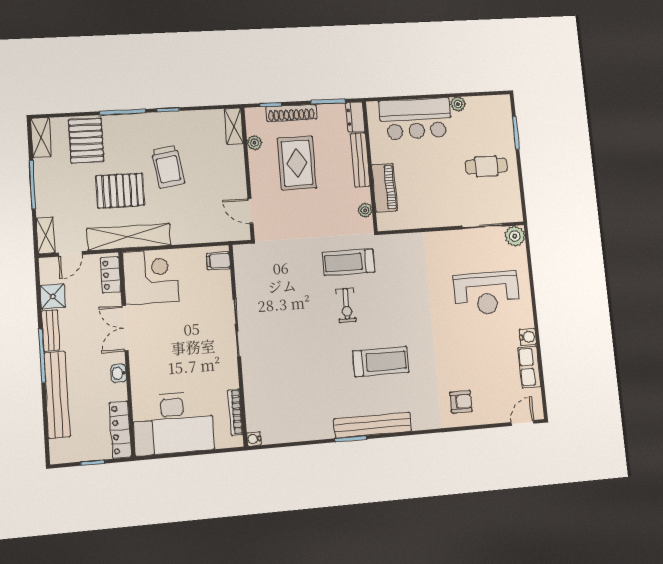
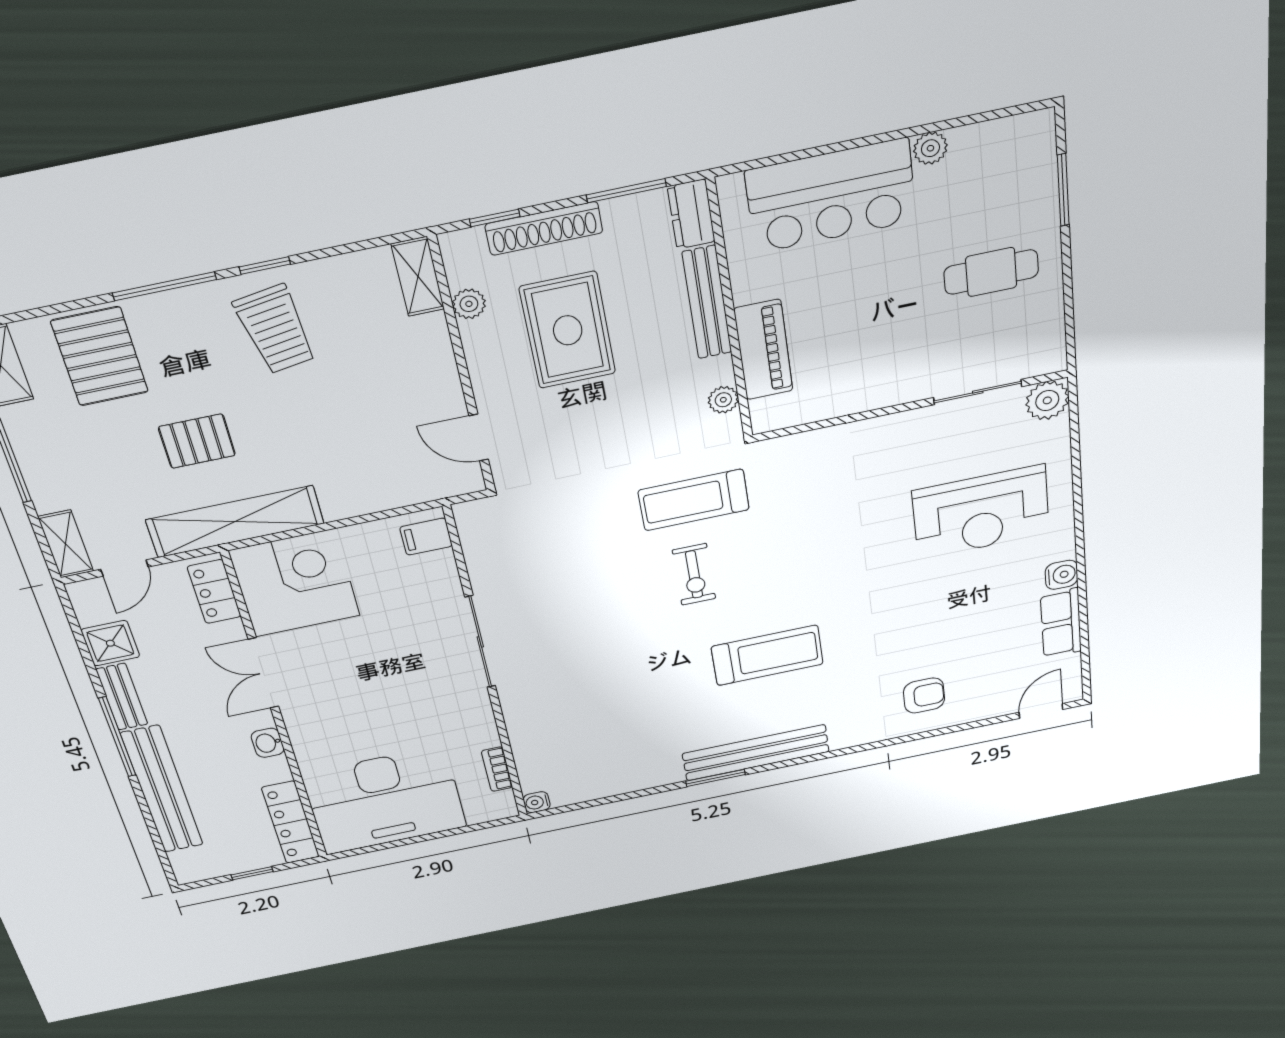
trolley: (168, 167) -> (276, 329), moved
pallet: (120, 191) -> (197, 441), width x0.67, depth x0.71
bookcase: (235, 412) -> (497, 769), width x0.64

